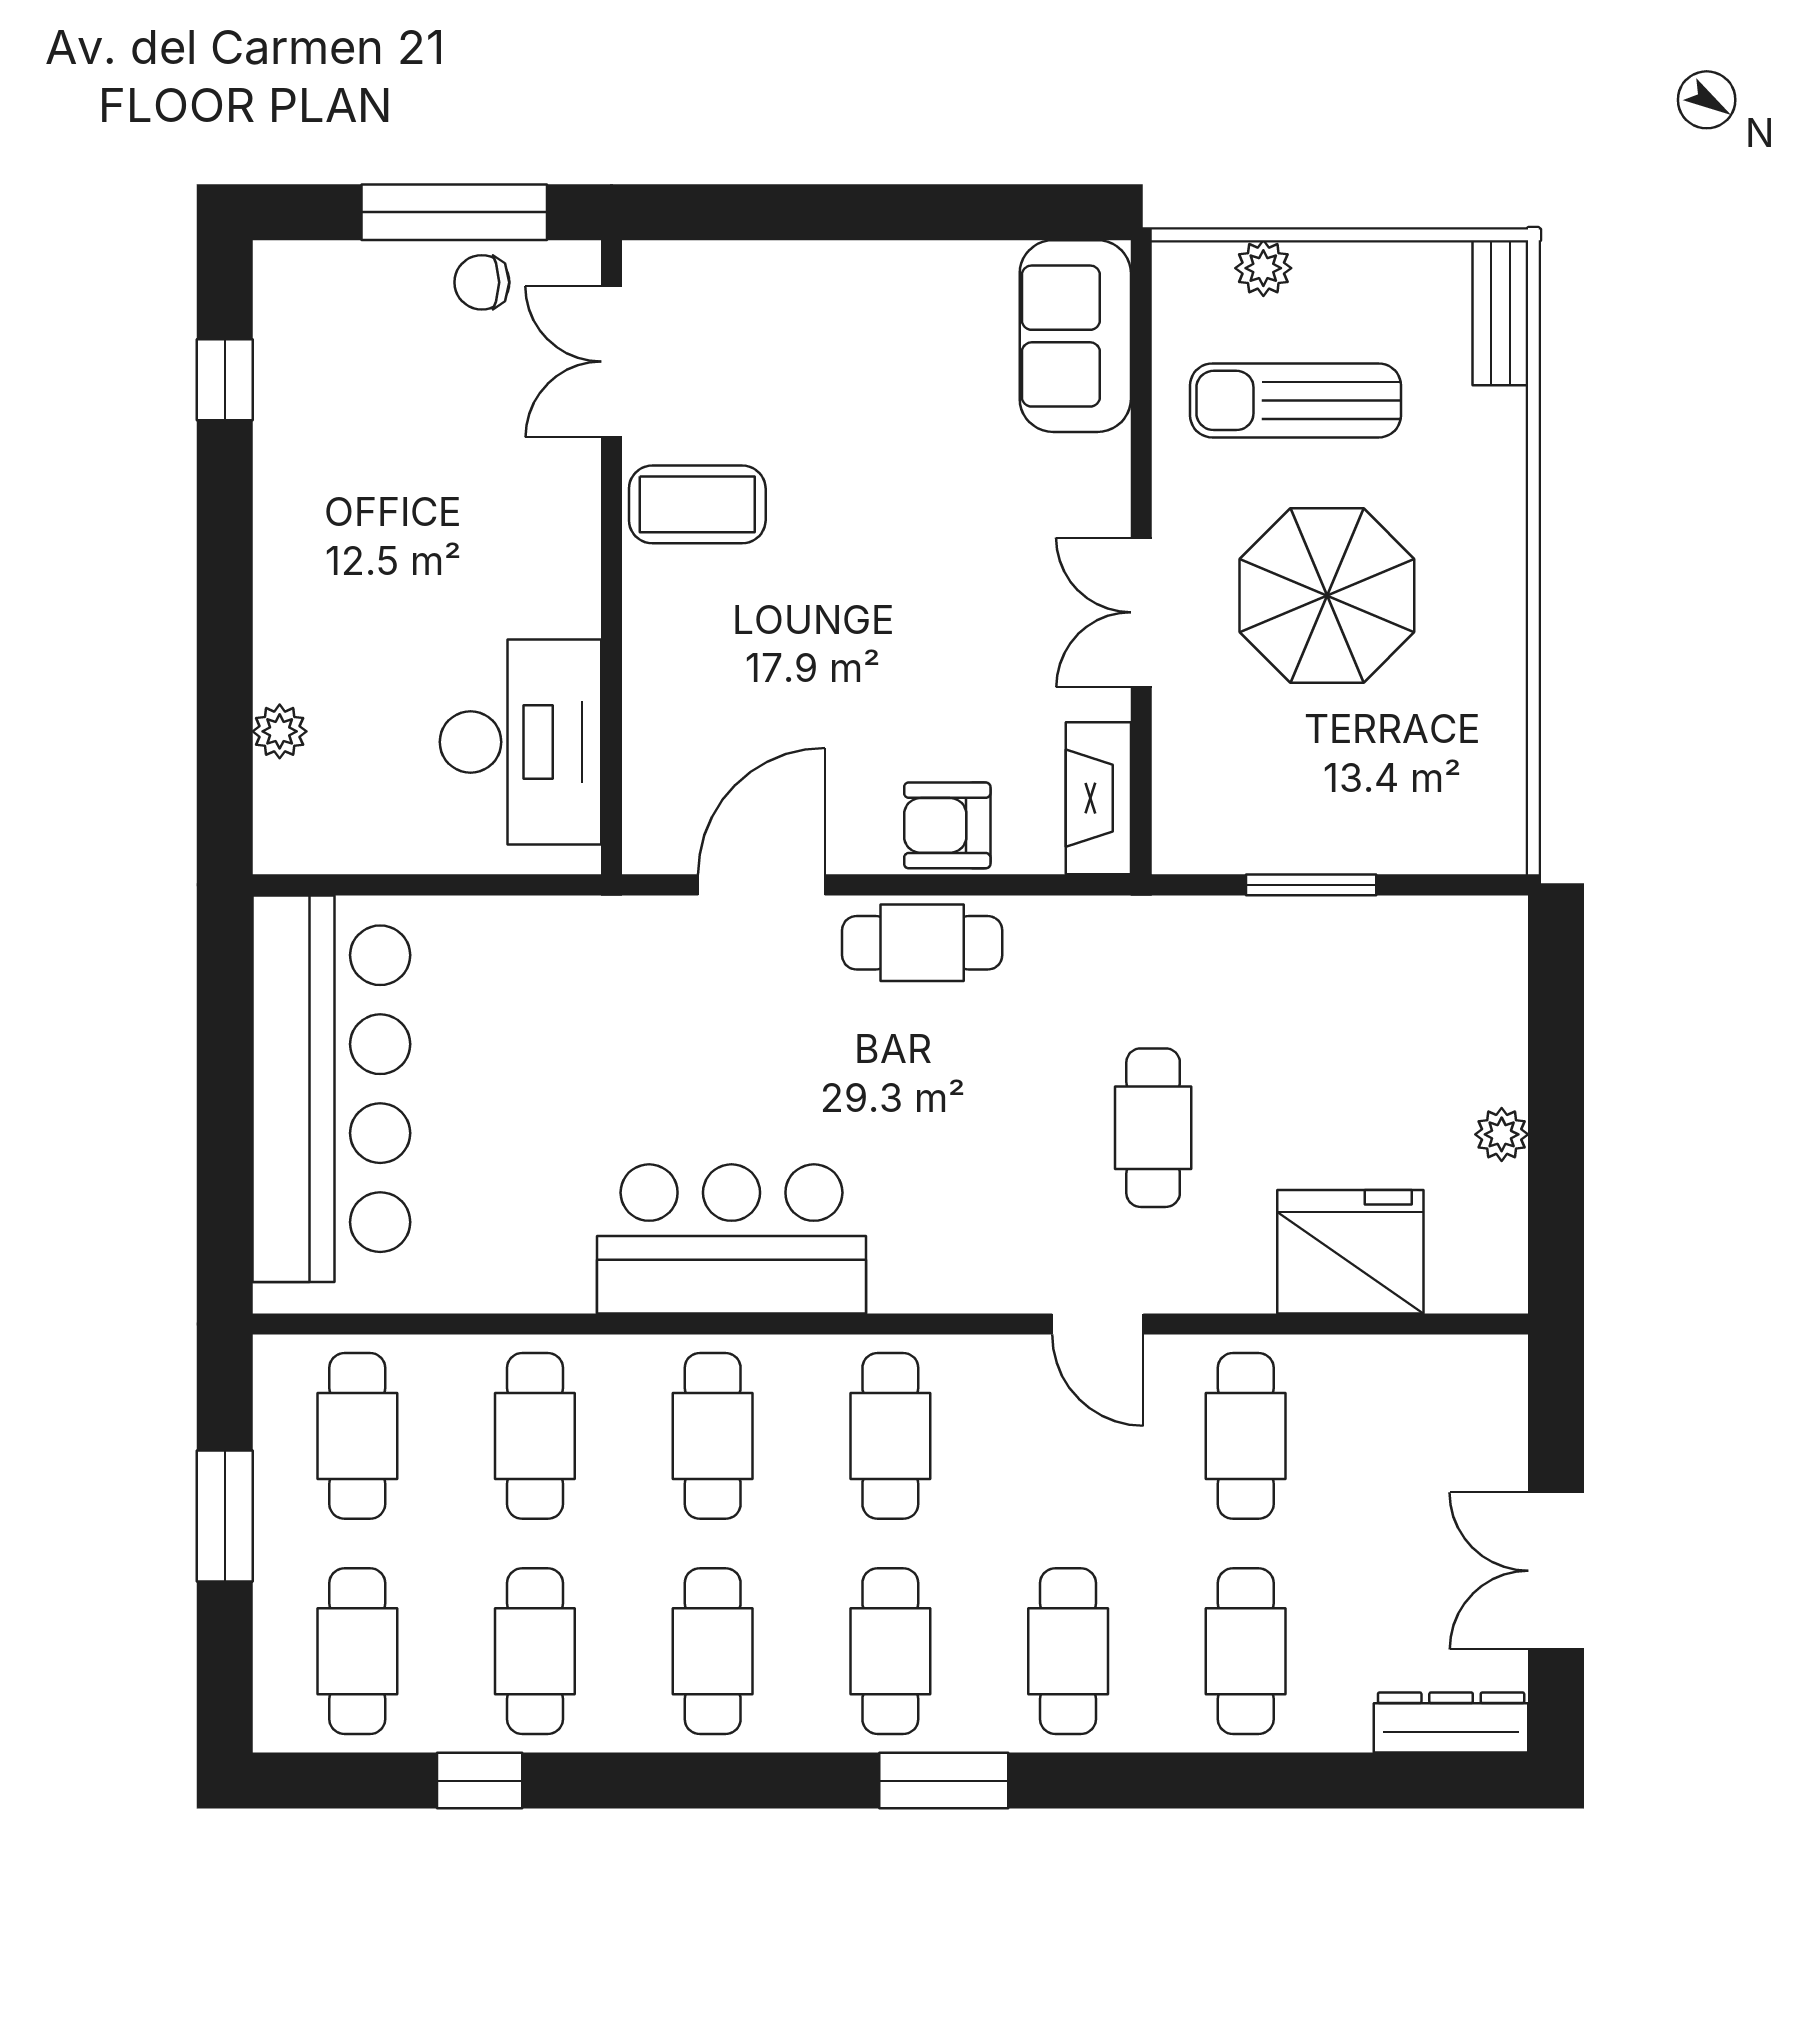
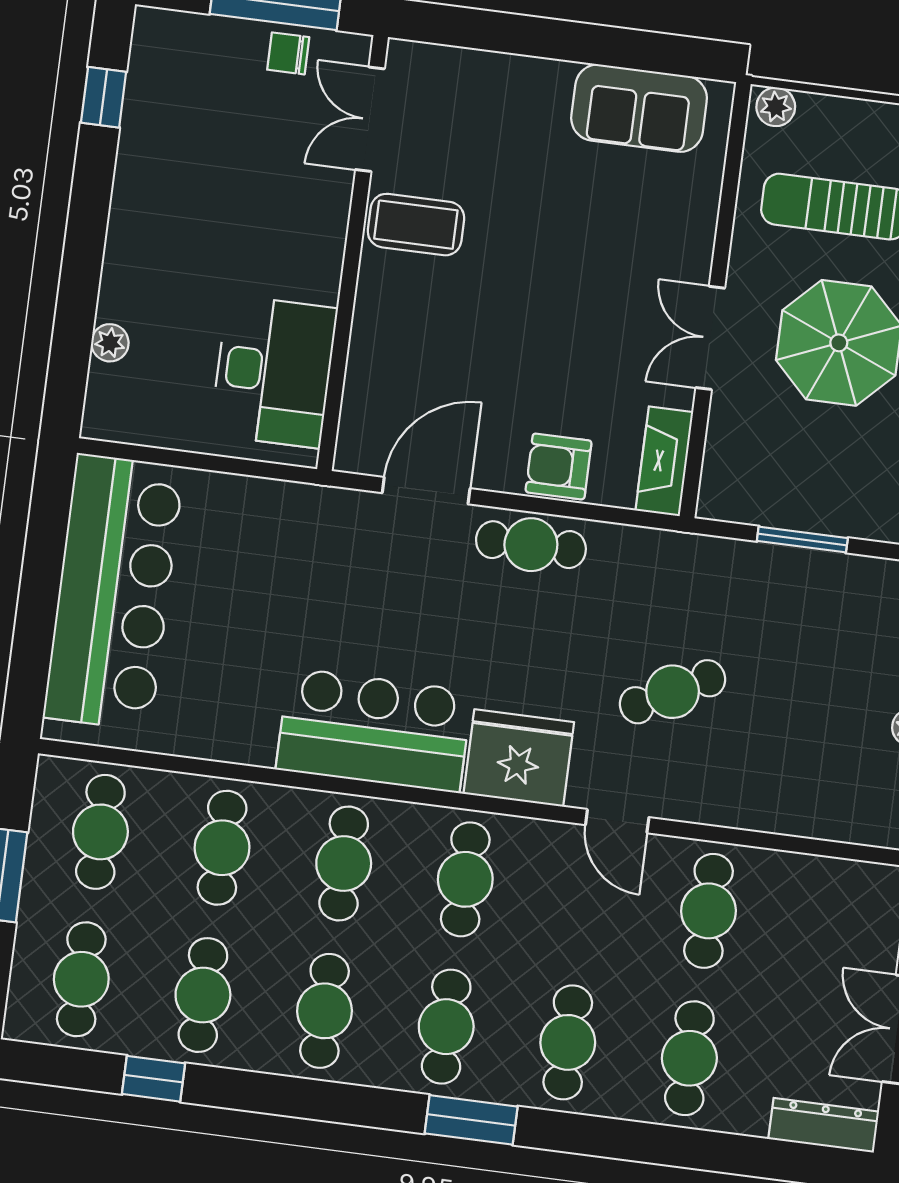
plant: (1263, 268) -> (776, 107), moved
sofa: (1075, 336) -> (639, 108), moved, turned -90
cafe table: (1153, 1128) -> (673, 692), turned 62
fridge: (1350, 1252) -> (519, 758), moved

